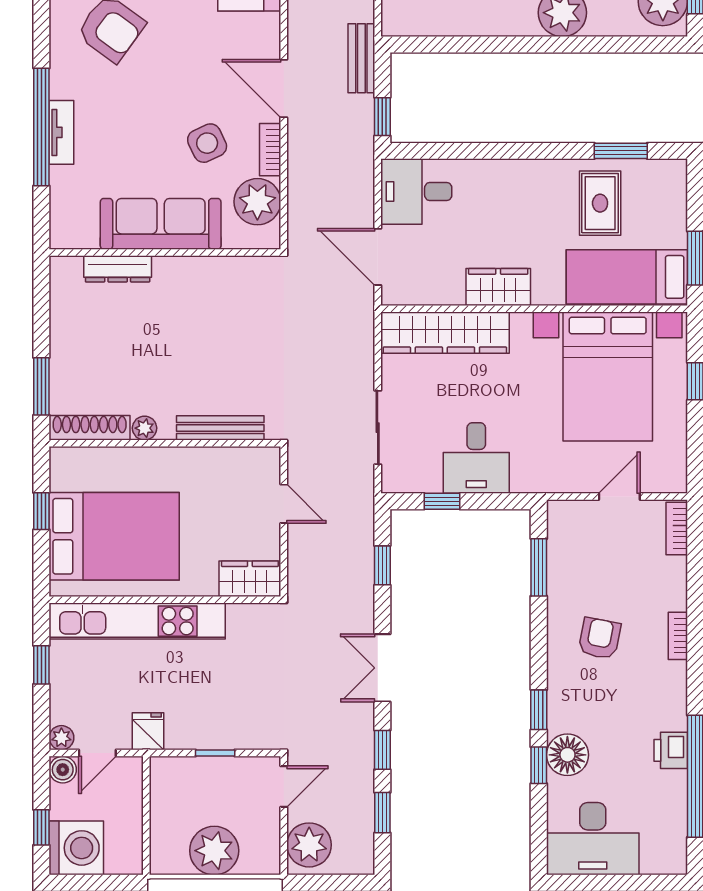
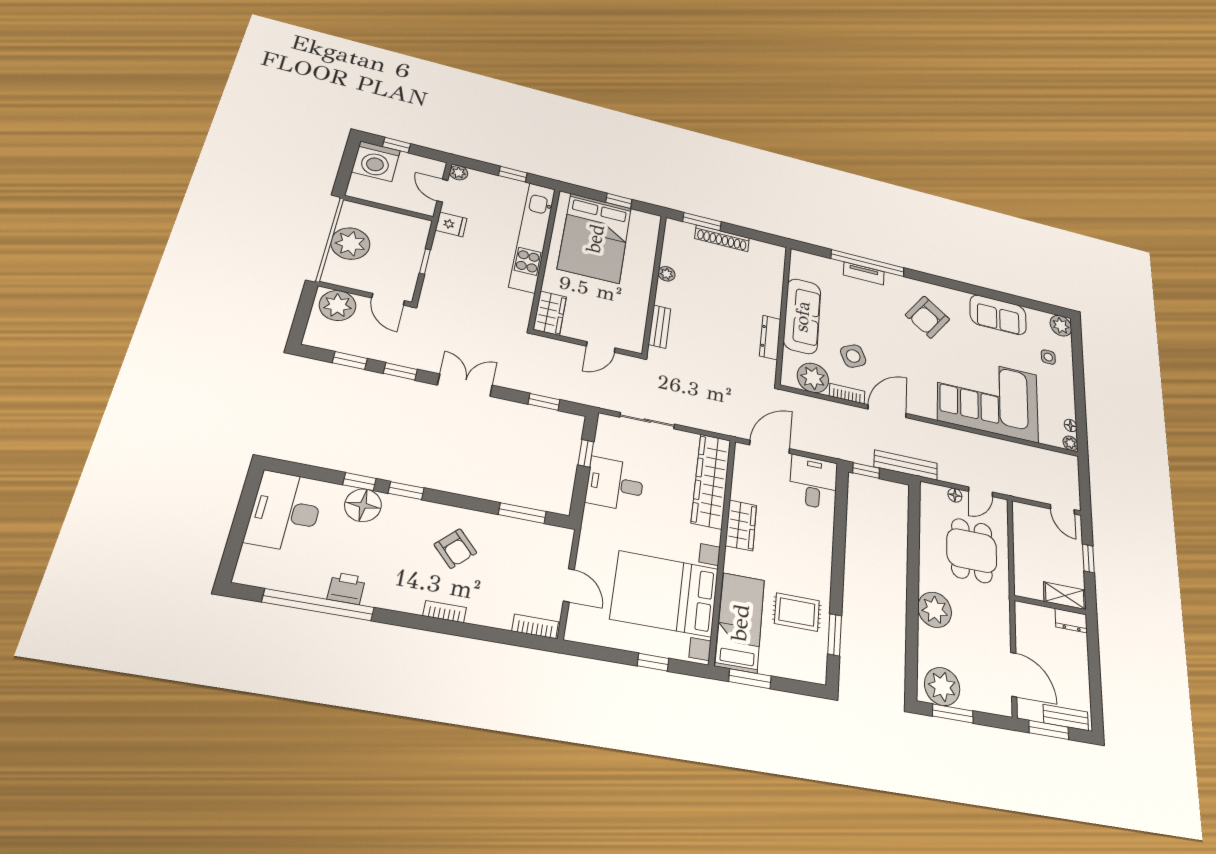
bench: (361, 58) -> (906, 465), width x1.36
dresser: (118, 269) -> (770, 337), moved
shoe rack: (90, 428) -> (722, 238), moved, turned 90
bench: (220, 428) -> (660, 327), width x0.73
armchair: (600, 638) -> (455, 549), turned 35
boiler: (63, 770) -> (435, 168), removed

